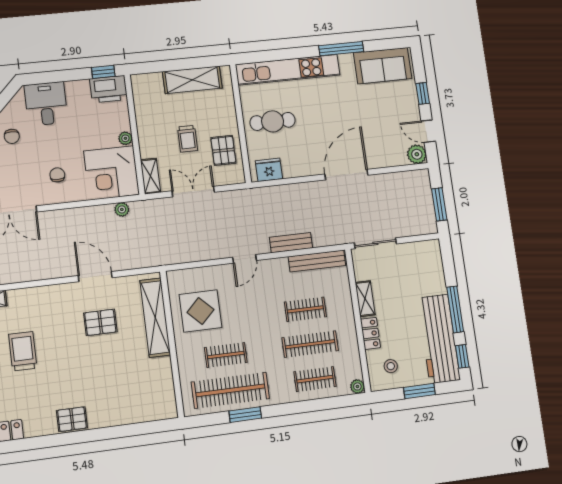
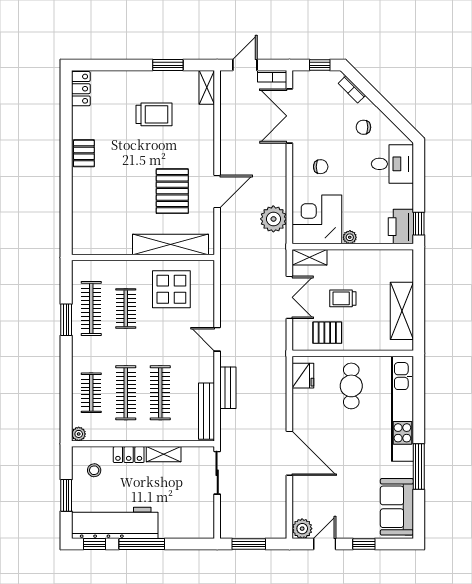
plant: (122, 209) -> (273, 219), width x1.88, depth x1.88
clothes rail: (305, 309) -> (160, 393), width x1.36
pallet: (100, 322) -> (172, 191), width x1.50, depth x1.42
clothes rail: (230, 390) -> (91, 308), width x0.73, depth x0.76

